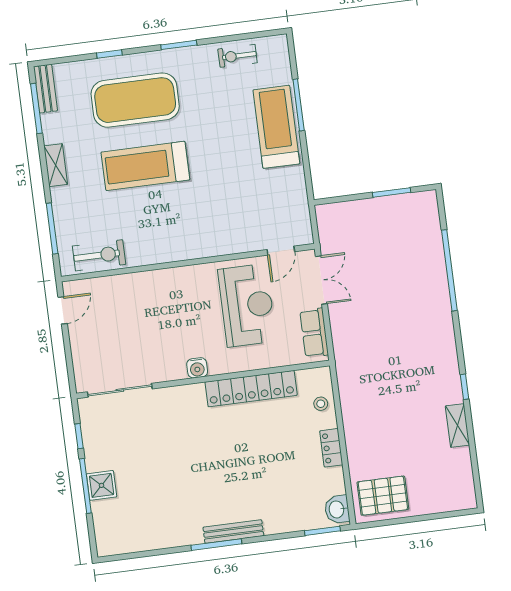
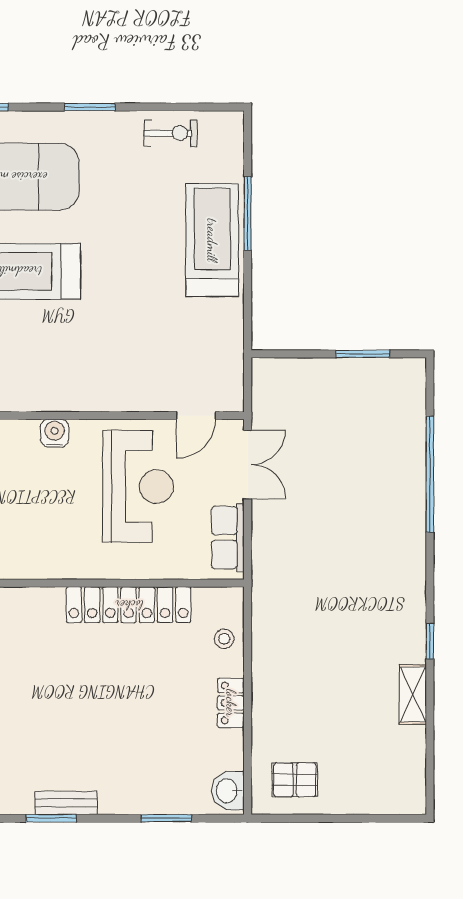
exercise bike: (238, 56) -> (170, 133), turned 180
water cooler: (197, 368) -> (54, 433), moved, turned 180
pallet: (383, 496) -> (295, 780), width x0.67, depth x0.71
window: (322, 531) -> (166, 818), moved
bench: (233, 532) -> (66, 803), width x0.73
window: (216, 545) -> (51, 818), width x0.69

